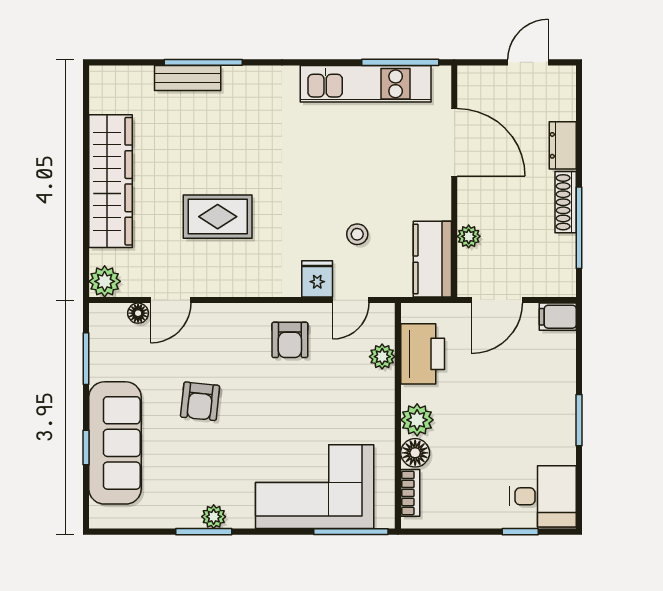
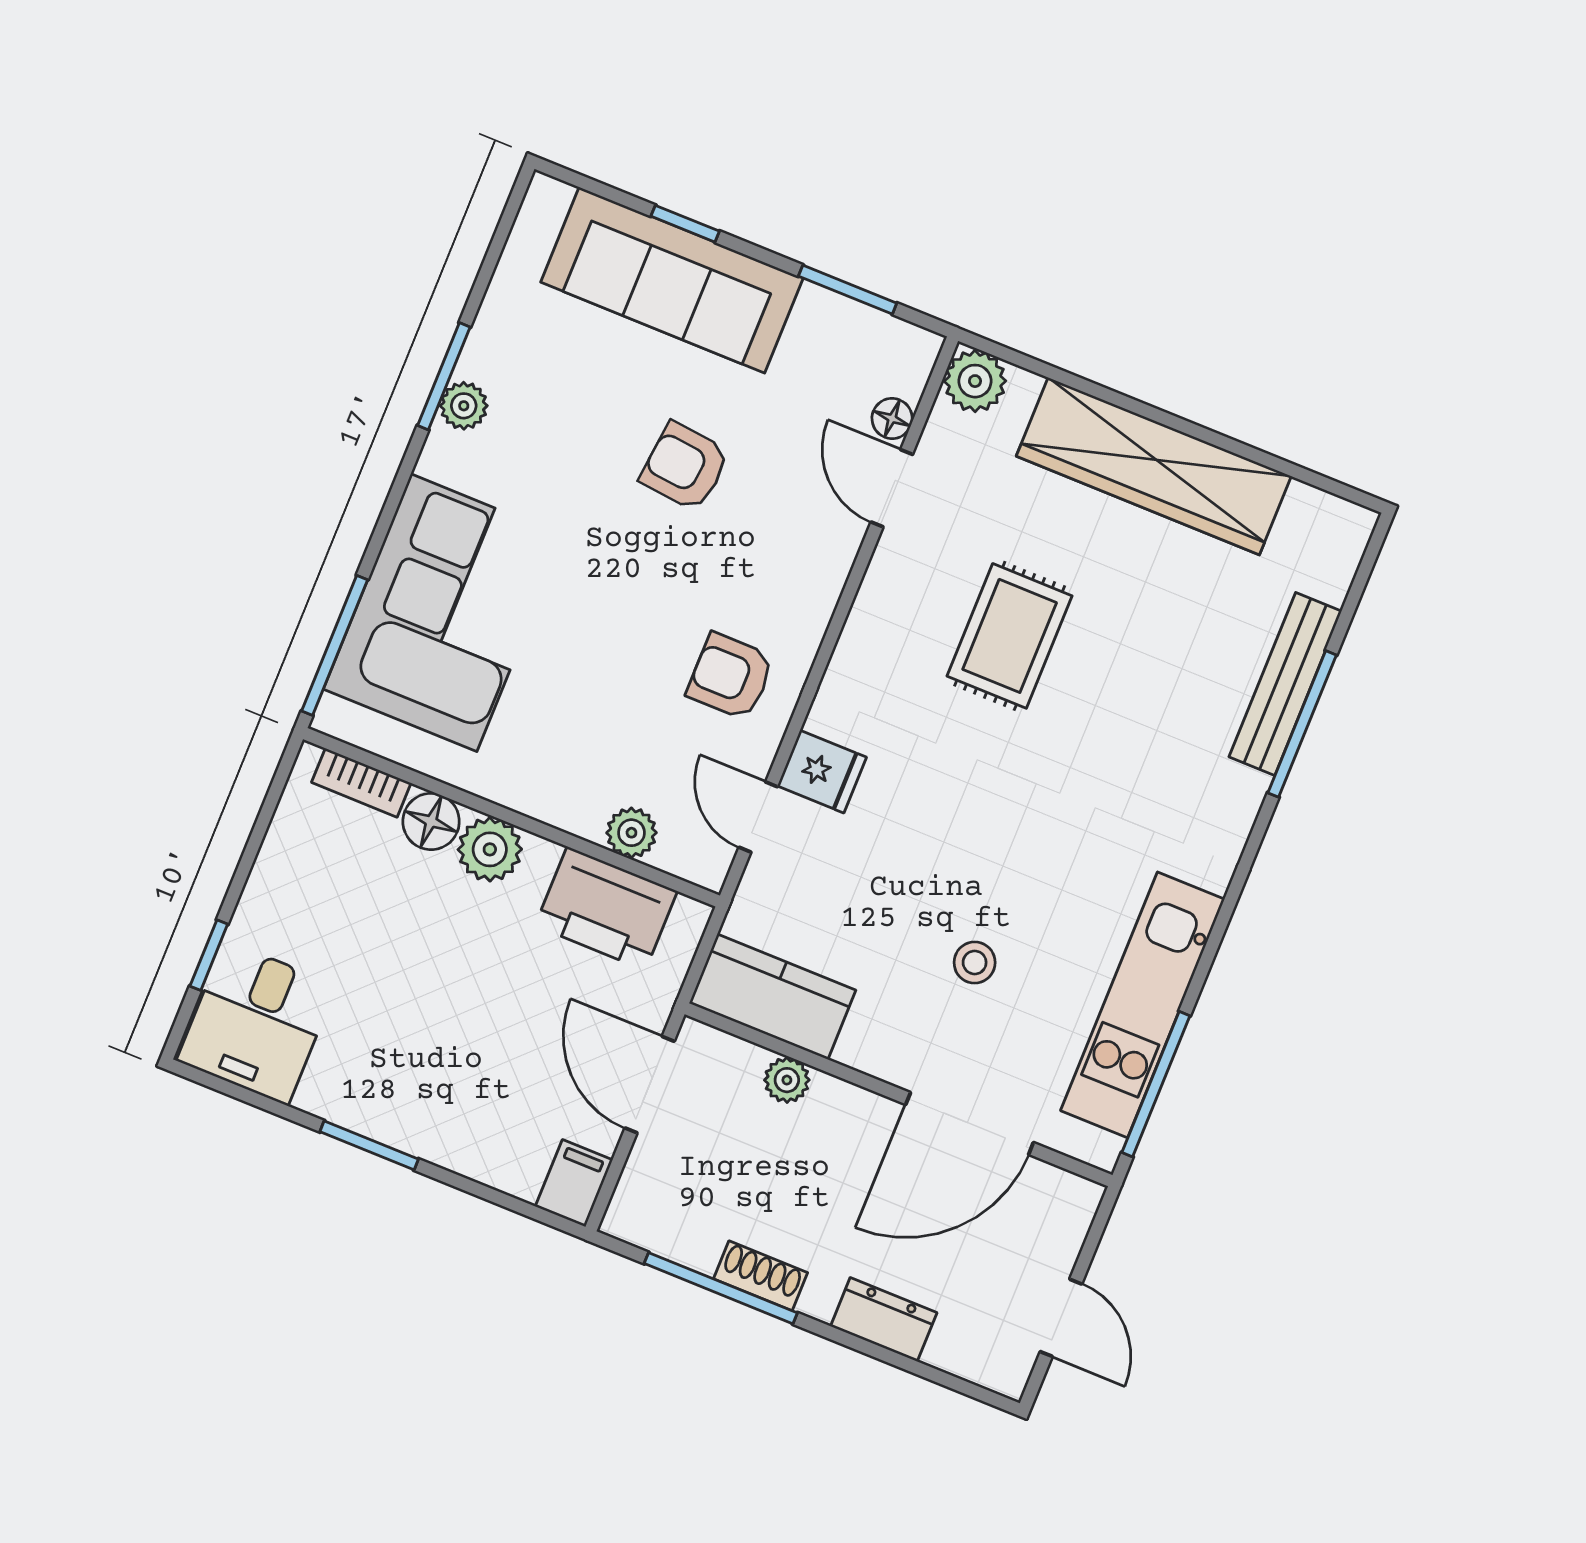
bench: (188, 78) -> (1285, 684), width x1.36
shoe rack: (566, 202) -> (761, 1276), width x0.70
stool: (357, 234) -> (975, 962), moved

